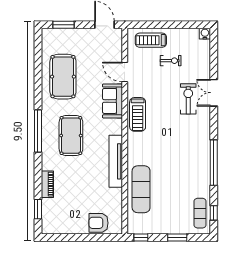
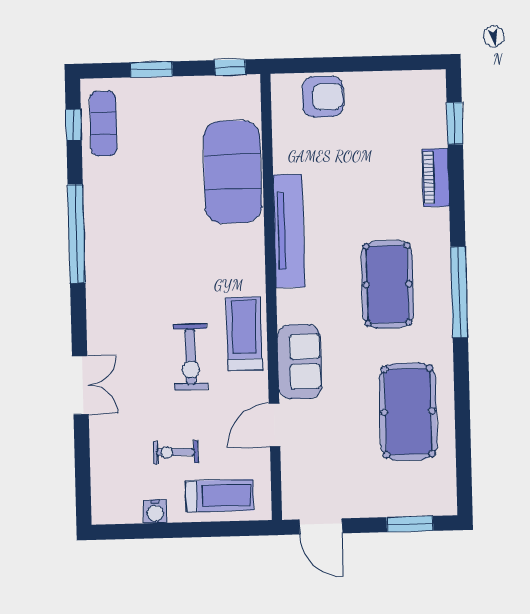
water cooler: (205, 34) -> (155, 511), moved
door: (125, 72) -> (275, 425), swing flipped
exercise bike: (188, 99) -> (190, 357), moved
exercise mat: (141, 189) -> (233, 172), width x1.47

